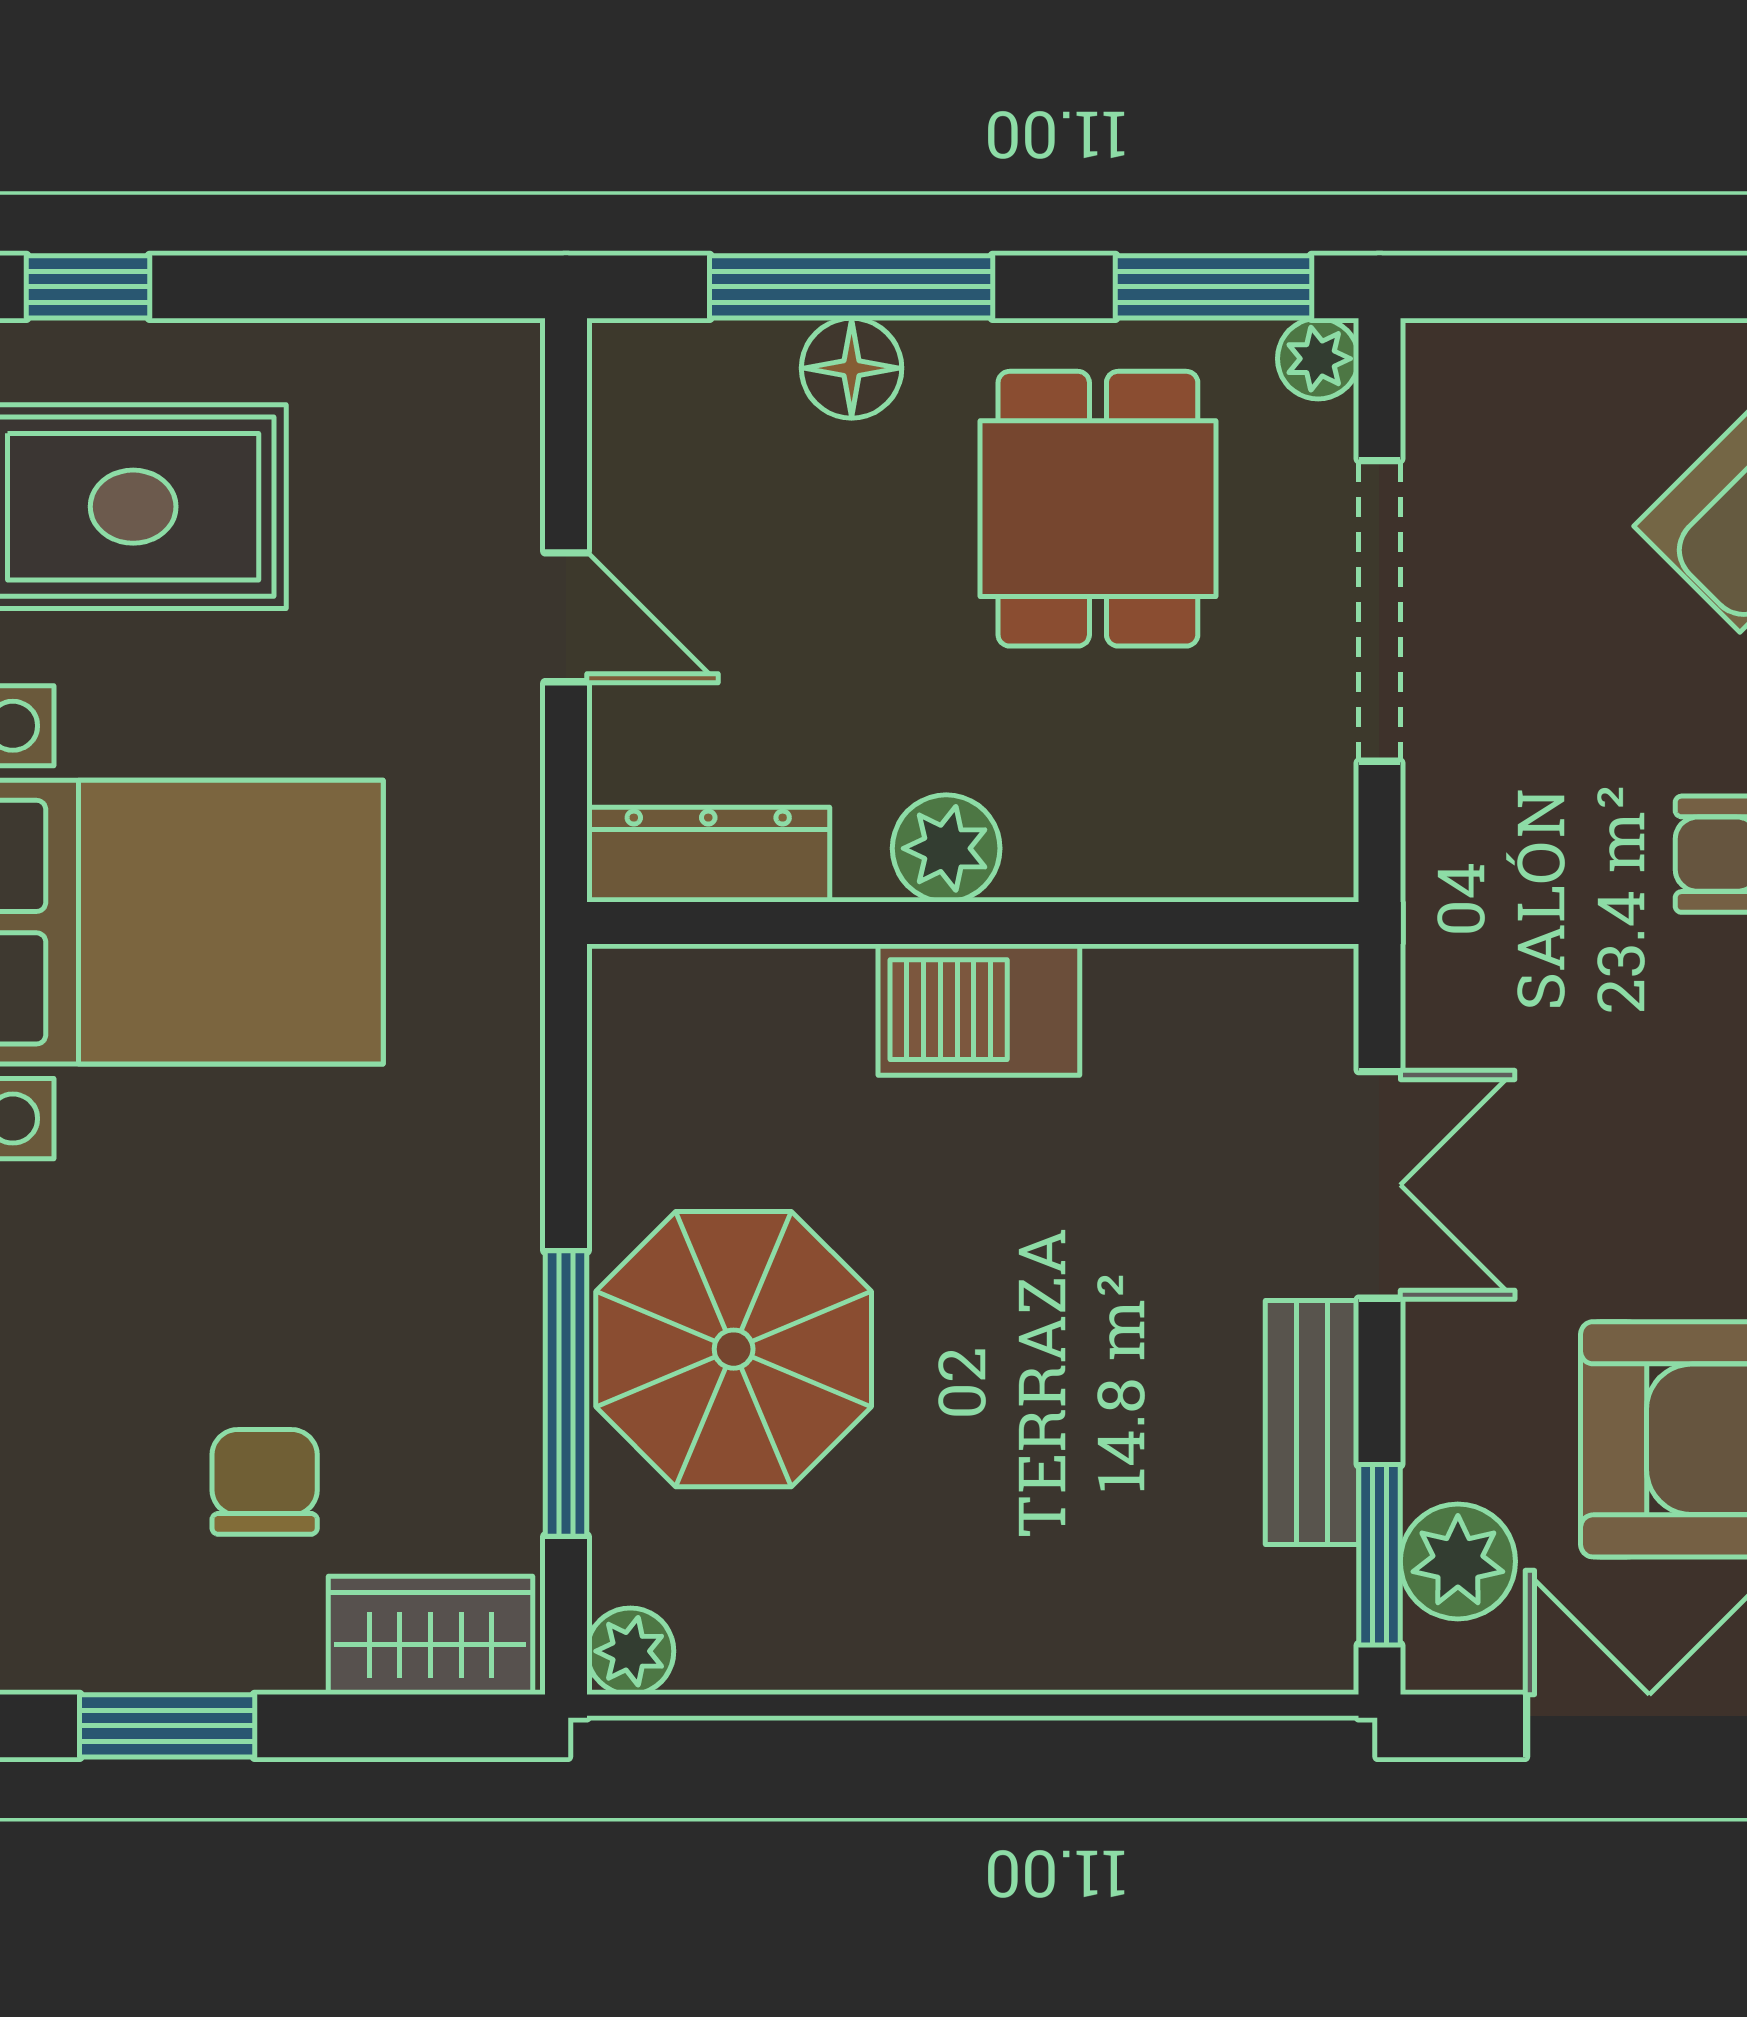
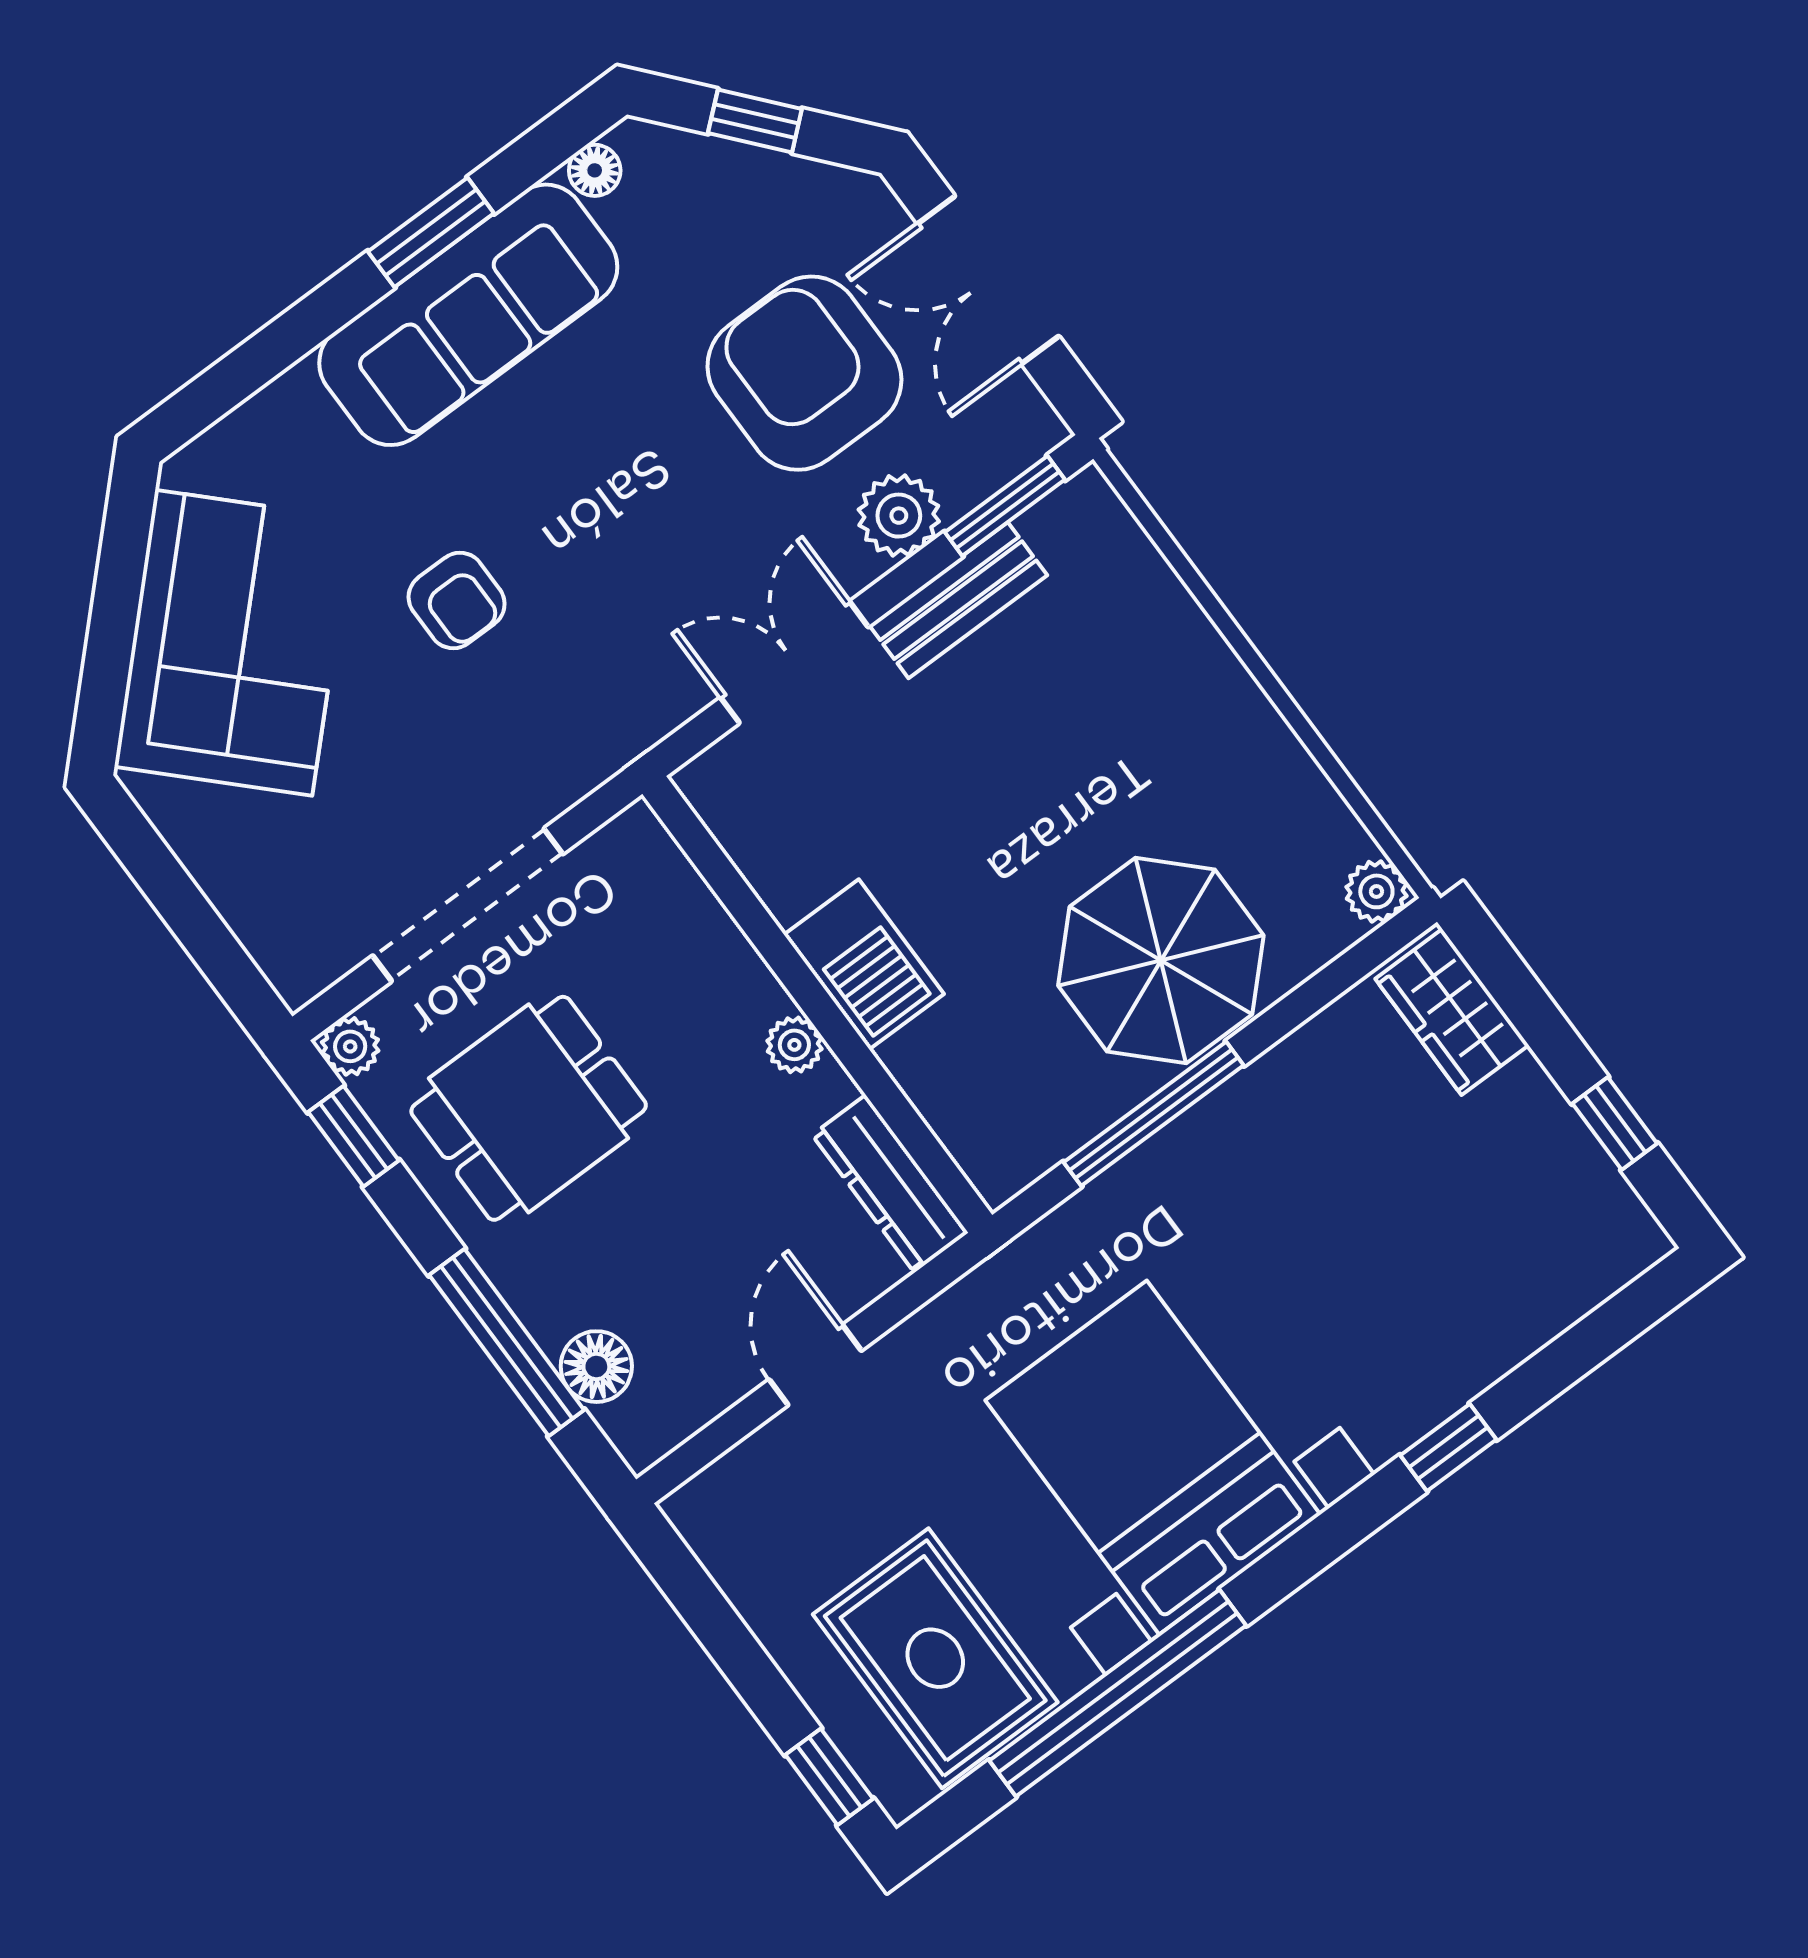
window: (1214, 287) -> (353, 1136), width x0.67
floor lamp: (852, 368) -> (596, 1367), moved
plant: (946, 848) -> (794, 1045), width x0.73, depth x0.73
window: (566, 1393) -> (1154, 1114), moved
chair: (265, 1482) -> (1435, 1171), removed
plant: (1458, 1561) -> (899, 516), moved
window: (167, 1726) -> (1615, 1124), width x0.67

